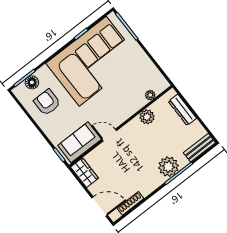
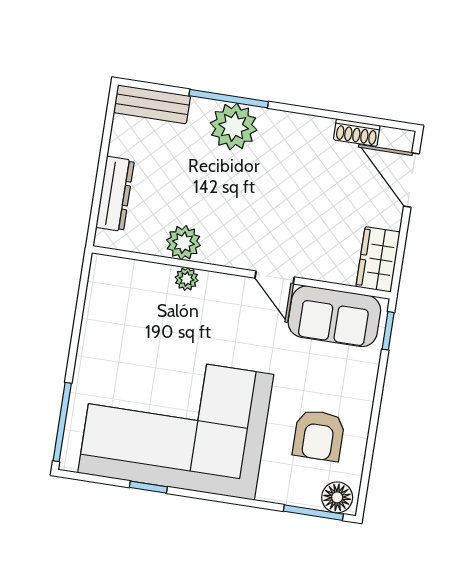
floor lamp: (32, 82) -> (337, 497), moved
plant: (150, 95) -> (186, 279), moved
shoe rack: (130, 203) -> (357, 132), width x0.70

